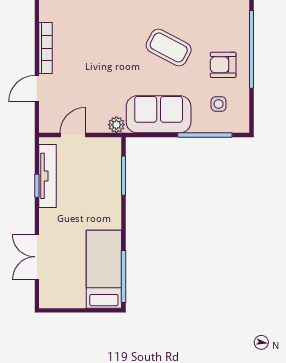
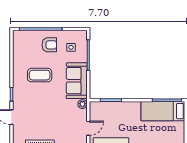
coffee table: (169, 47) -> (40, 75), turned 62
armchair: (223, 65) -> (49, 45), turned -90
door: (73, 135) -> (88, 128), swing flipped

